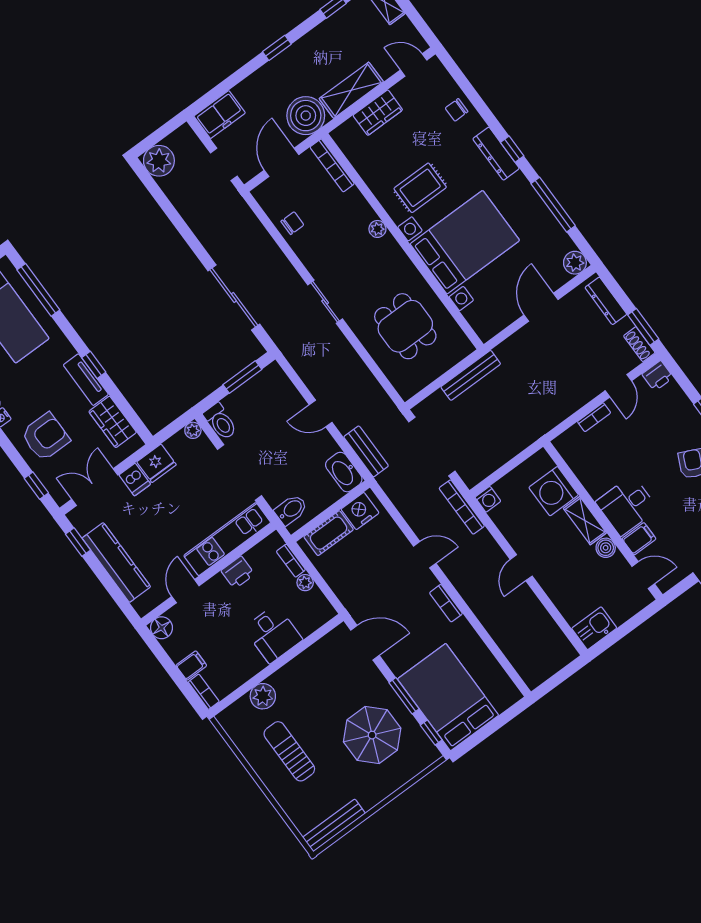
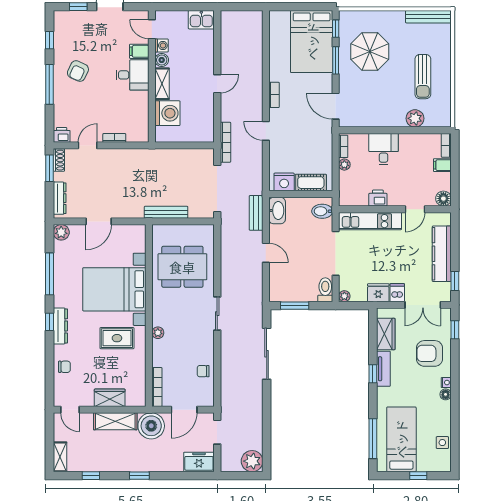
dining table: (405, 326) -> (182, 267), width x1.38
washing machine: (488, 499) -> (162, 45), moved, turned 90
bookcase: (291, 561) -> (343, 146), moved

